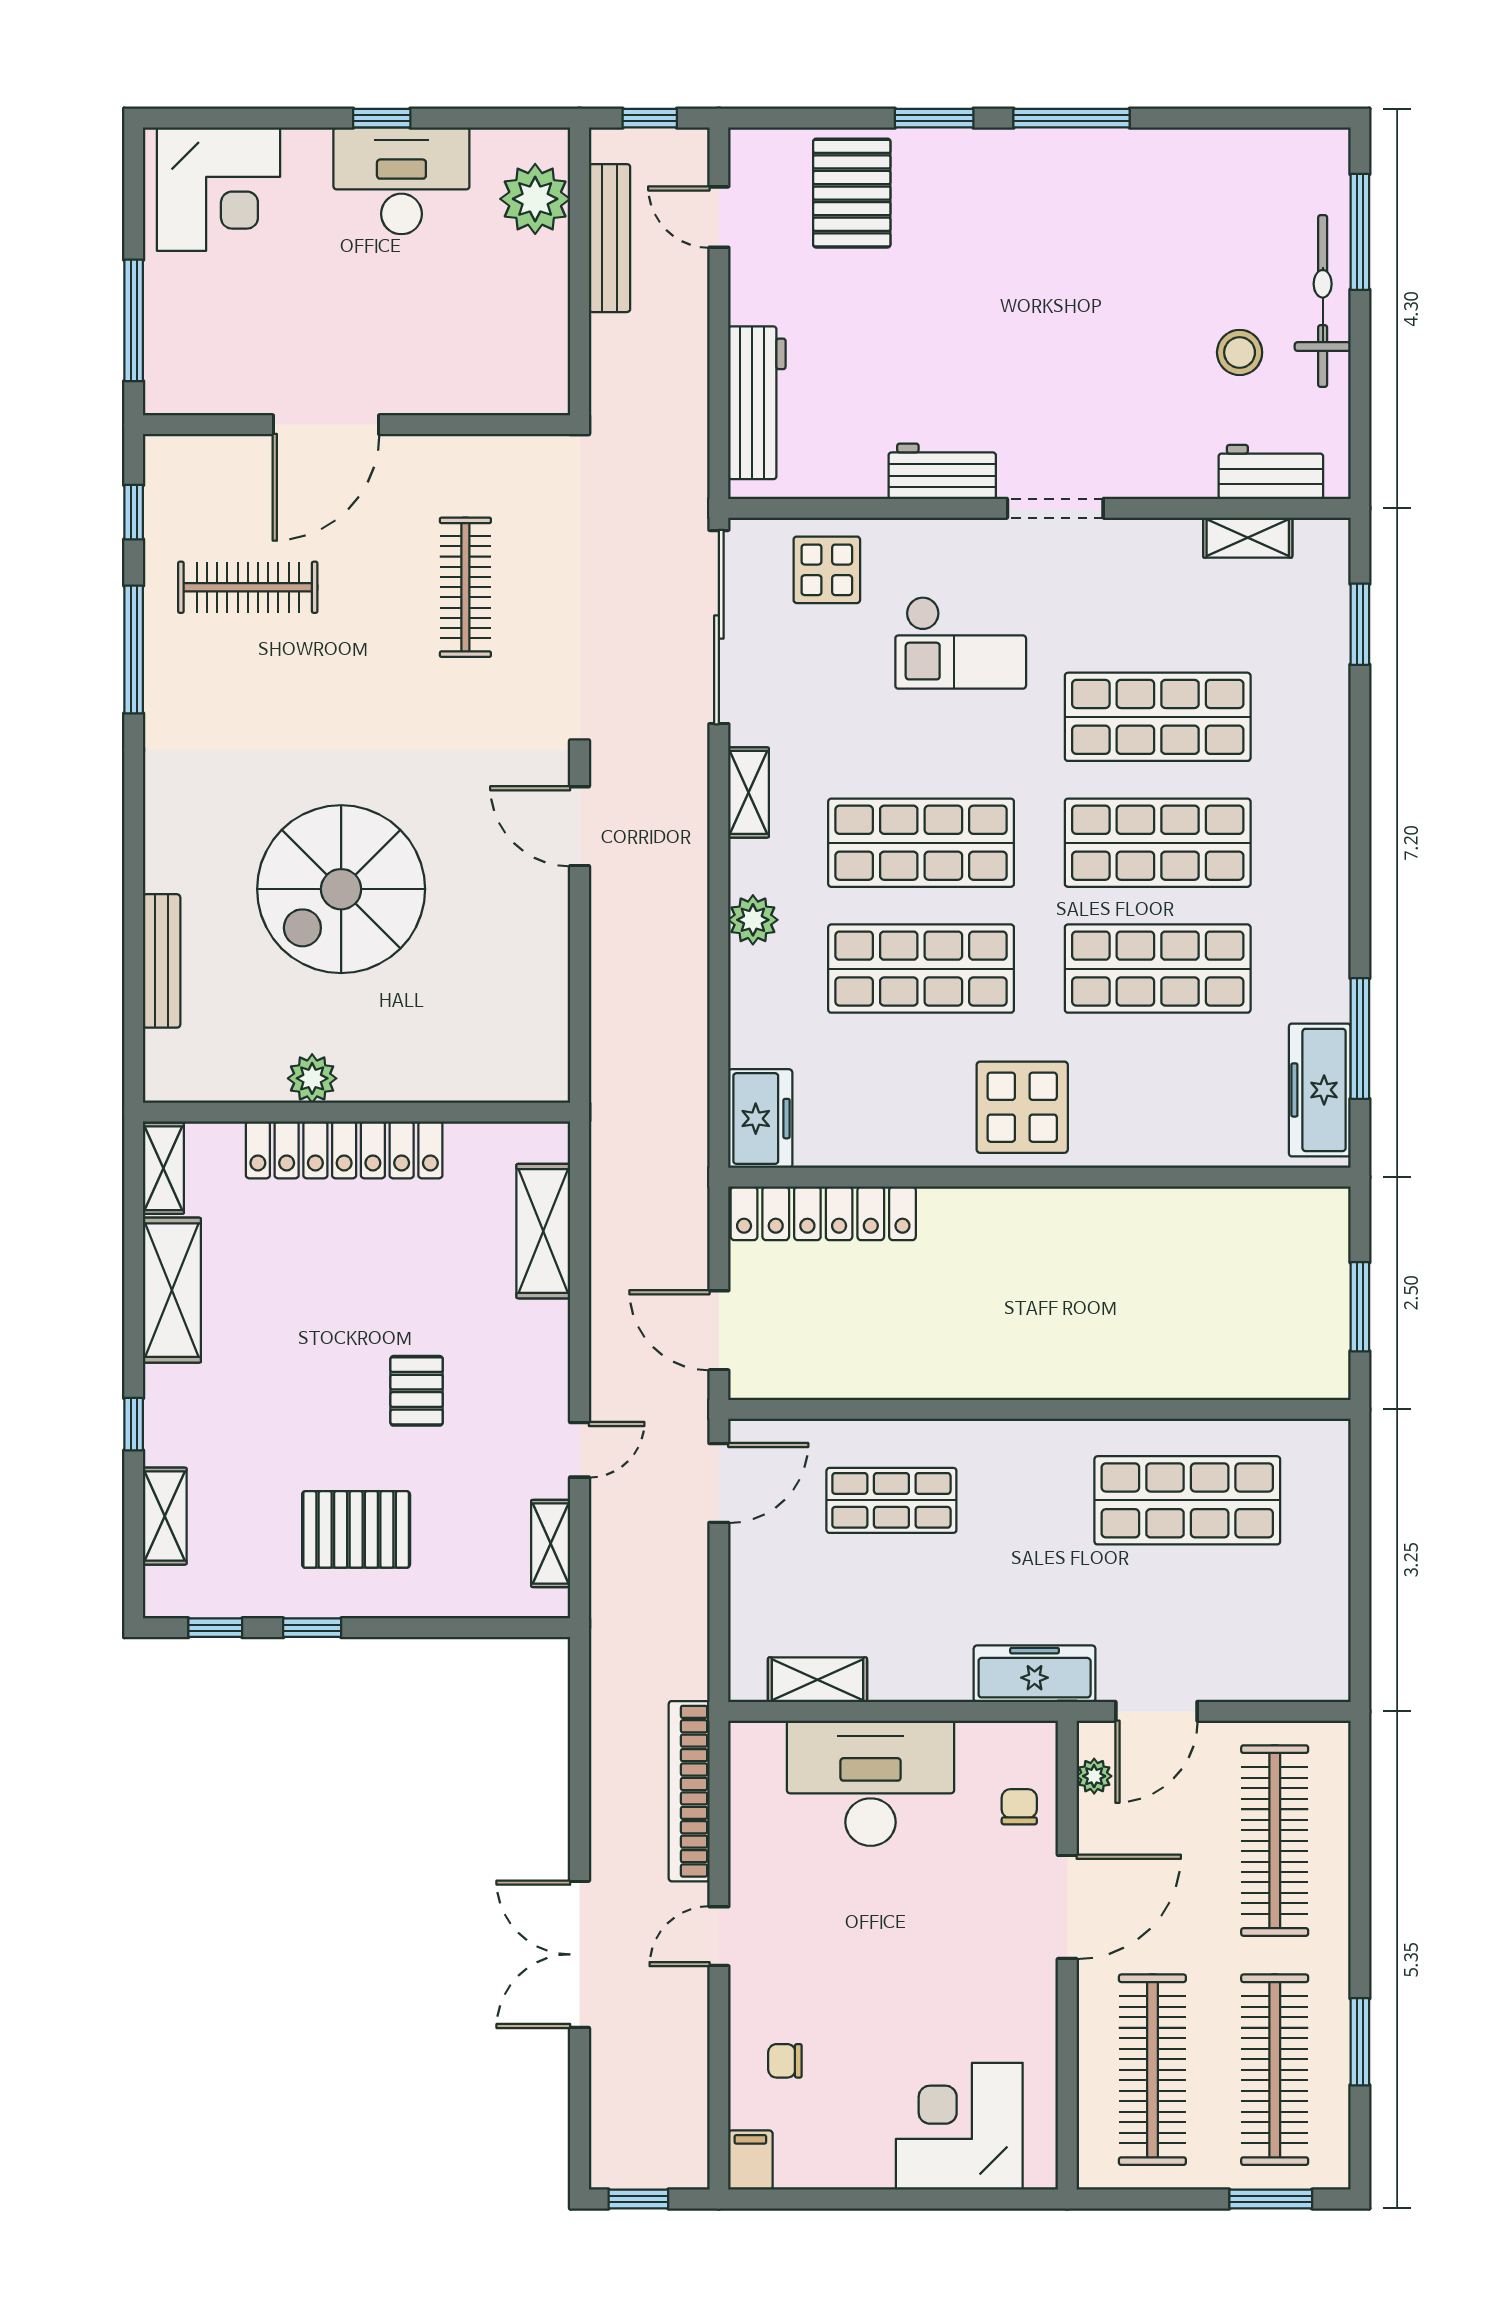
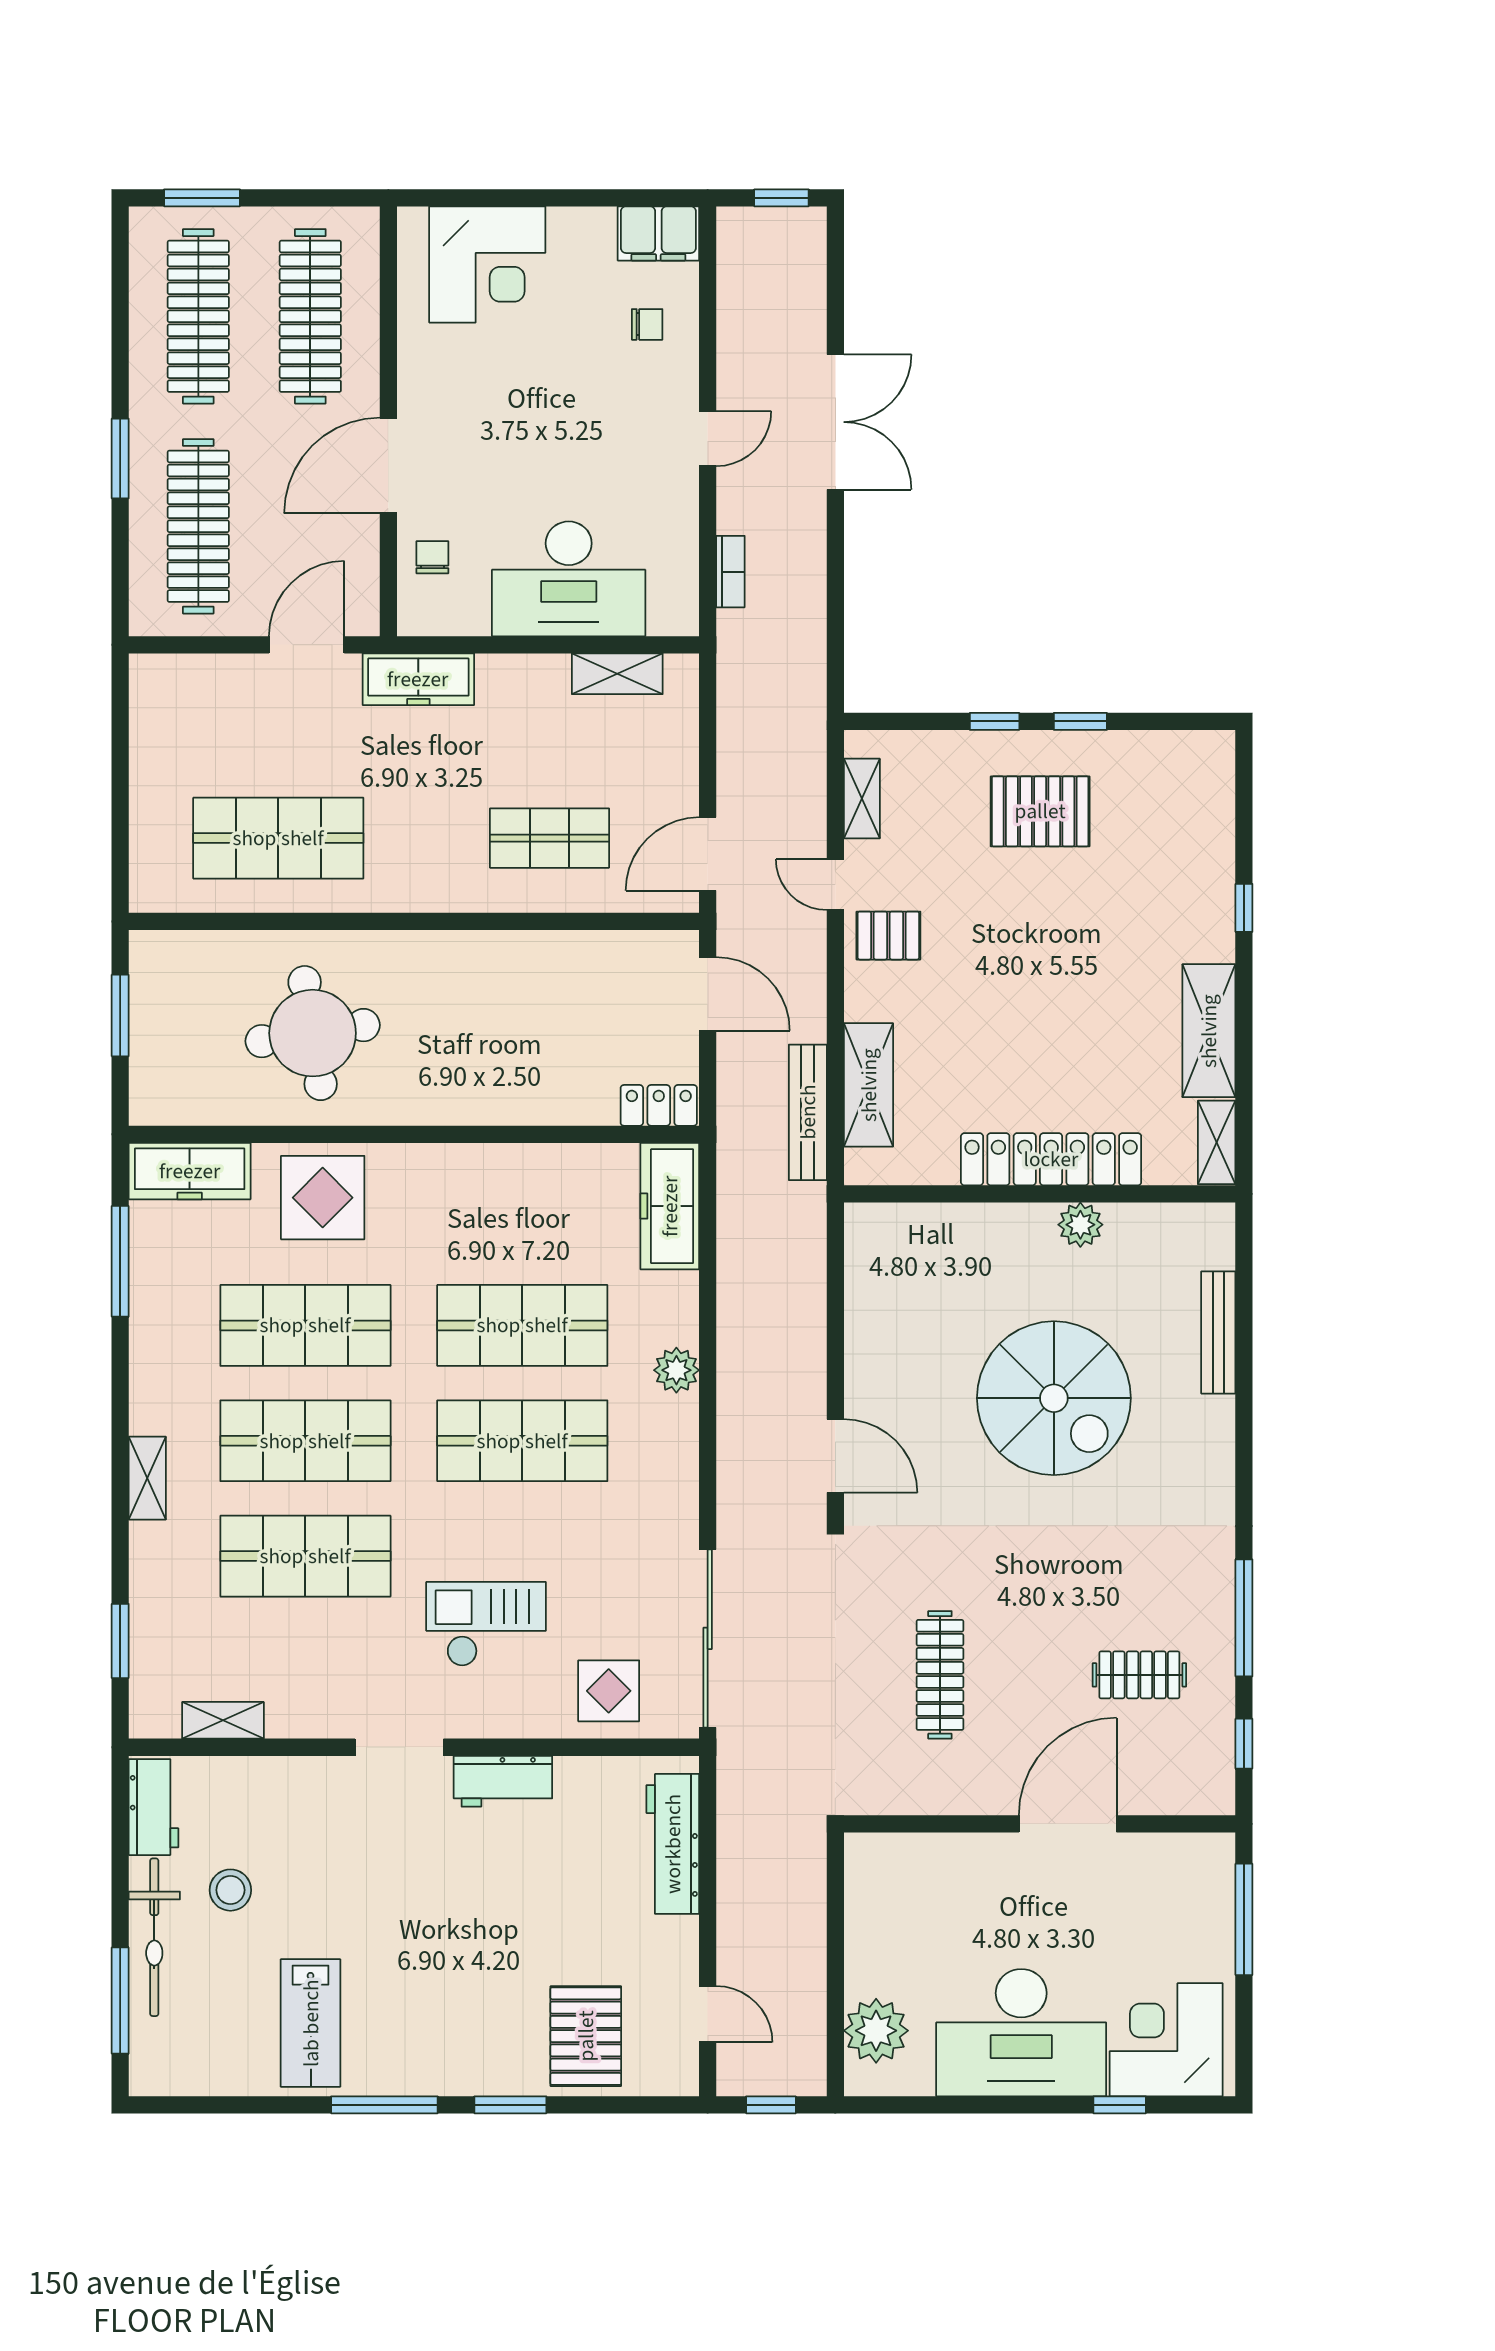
window: (382, 118) -> (1120, 2105), moved
desk: (401, 181) -> (1021, 2033), width x1.36, depth x1.30
lab bench: (1152, 207) -> (311, 2023), added
bench: (610, 238) -> (808, 1112), moved
workbench: (1271, 472) -> (154, 1807), moved, turned -90
clothes rail: (248, 587) -> (1139, 1675), width x0.73
shelving: (748, 792) -> (147, 1478), moved
spiral stairs: (341, 889) -> (1054, 1398), turned 90
freezer: (1320, 1090) -> (190, 1171), moved, turned 90
display table: (1022, 1107) -> (323, 1198), moved
freezer: (760, 1119) -> (670, 1206), width x1.40
locker: (823, 1213) -> (659, 1105), width x0.46, depth x0.83
round table: (1150, 1288) -> (313, 1033), added
pallet: (417, 1391) -> (888, 936), moved, turned 90
door: (580, 1450) -> (835, 885), hinge flipped
shelving: (165, 1516) -> (1215, 824), removed
window: (215, 1628) -> (995, 721), moved
plant: (1094, 1776) -> (364, 585), removed
bookcase: (689, 1791) -> (730, 572), width x0.43, depth x0.76
chair: (1019, 1807) -> (432, 557), turned 180
window: (1360, 2042) -> (120, 458), moved
filing cabinet: (750, 2160) -> (658, 233), width x2.00

